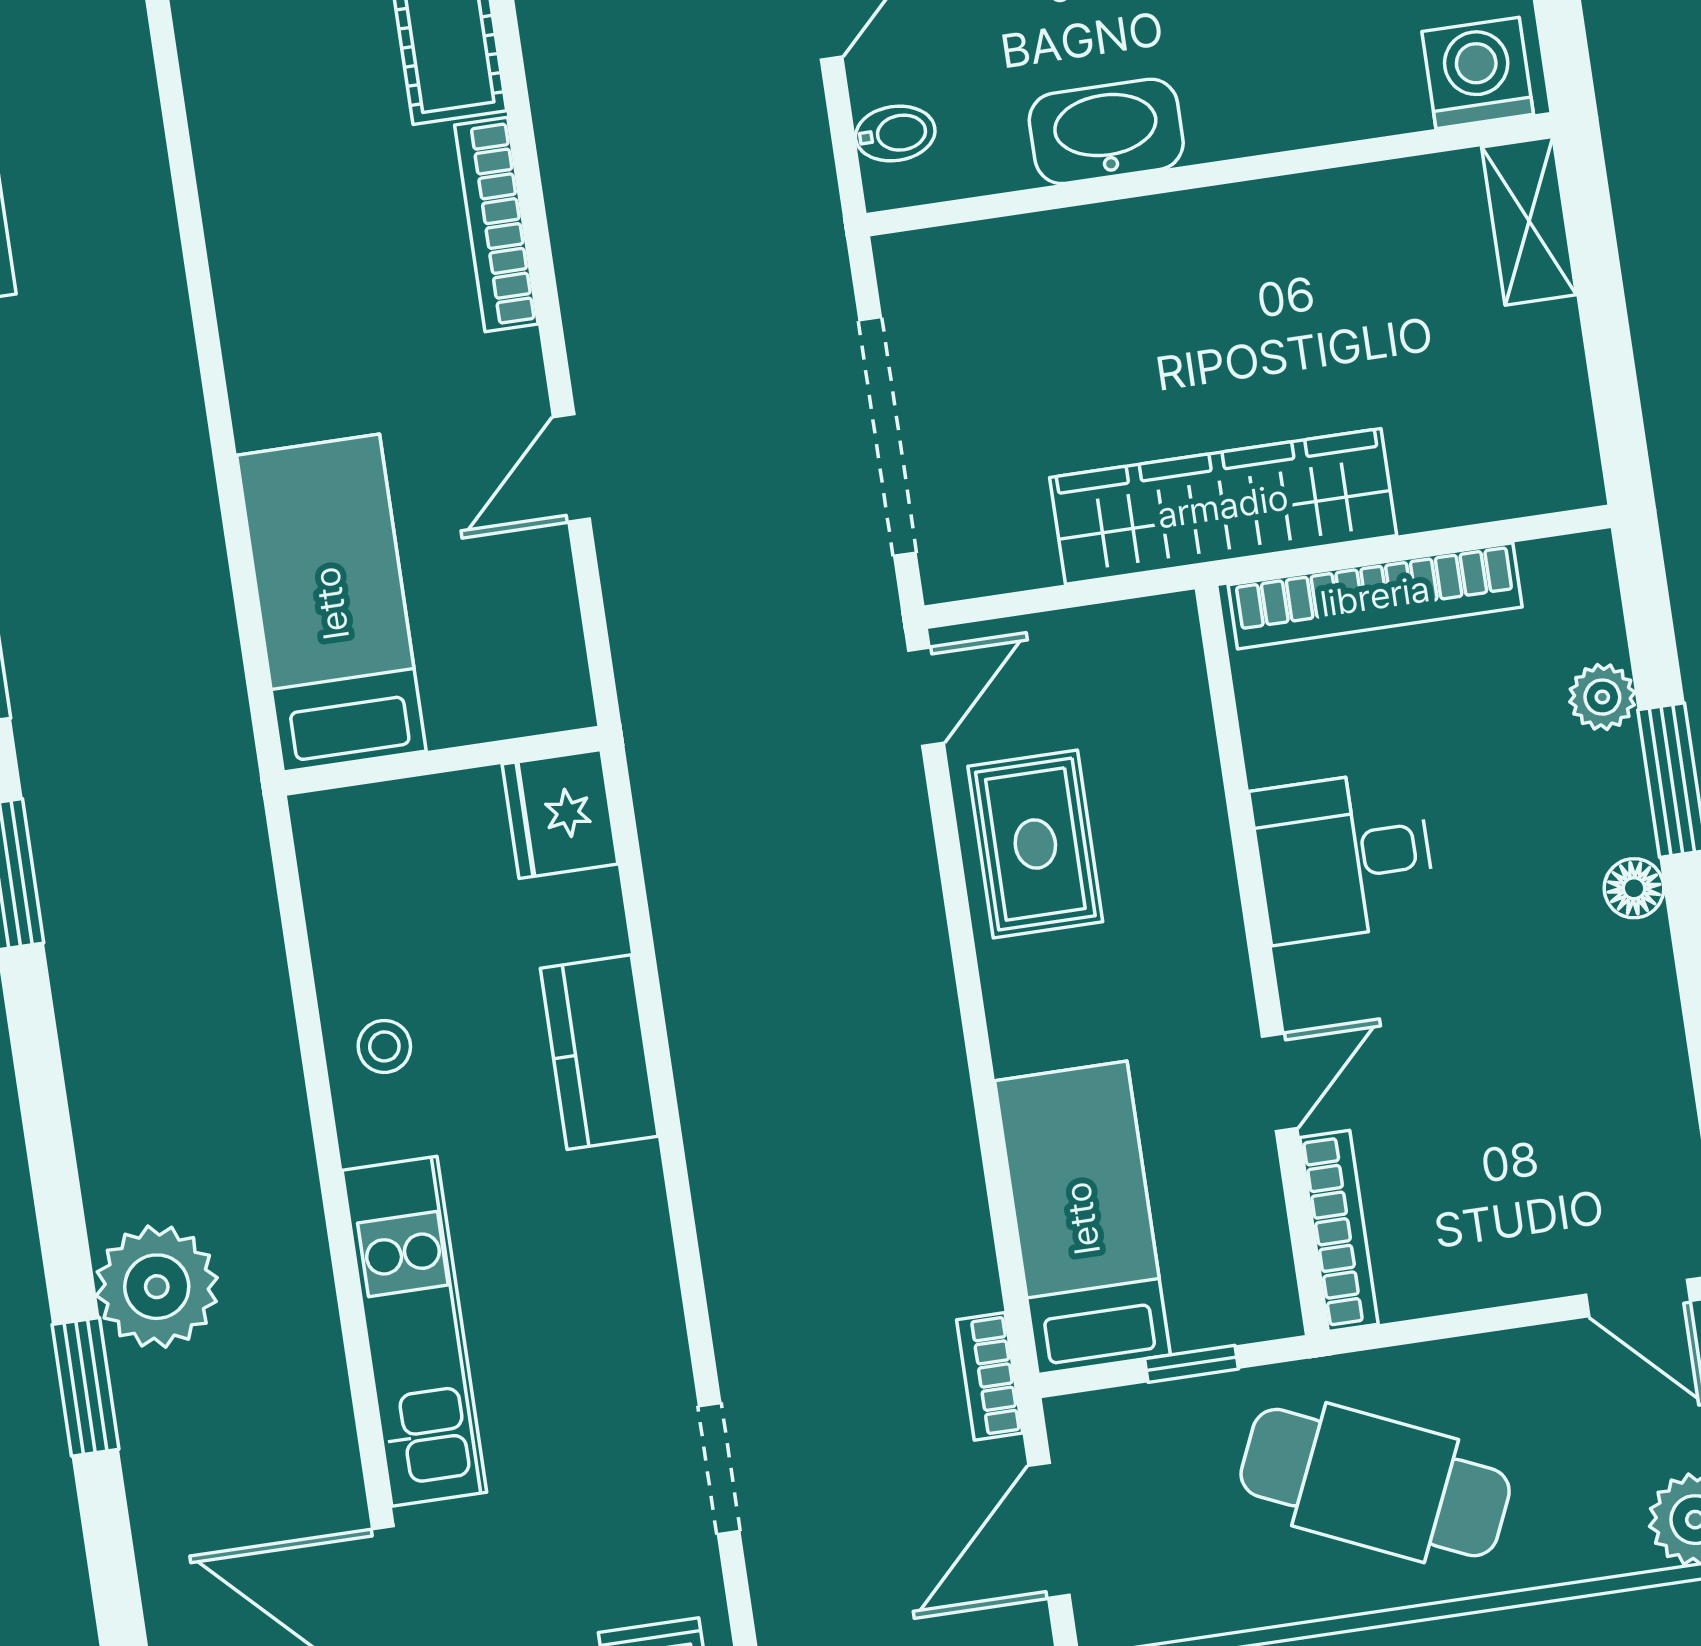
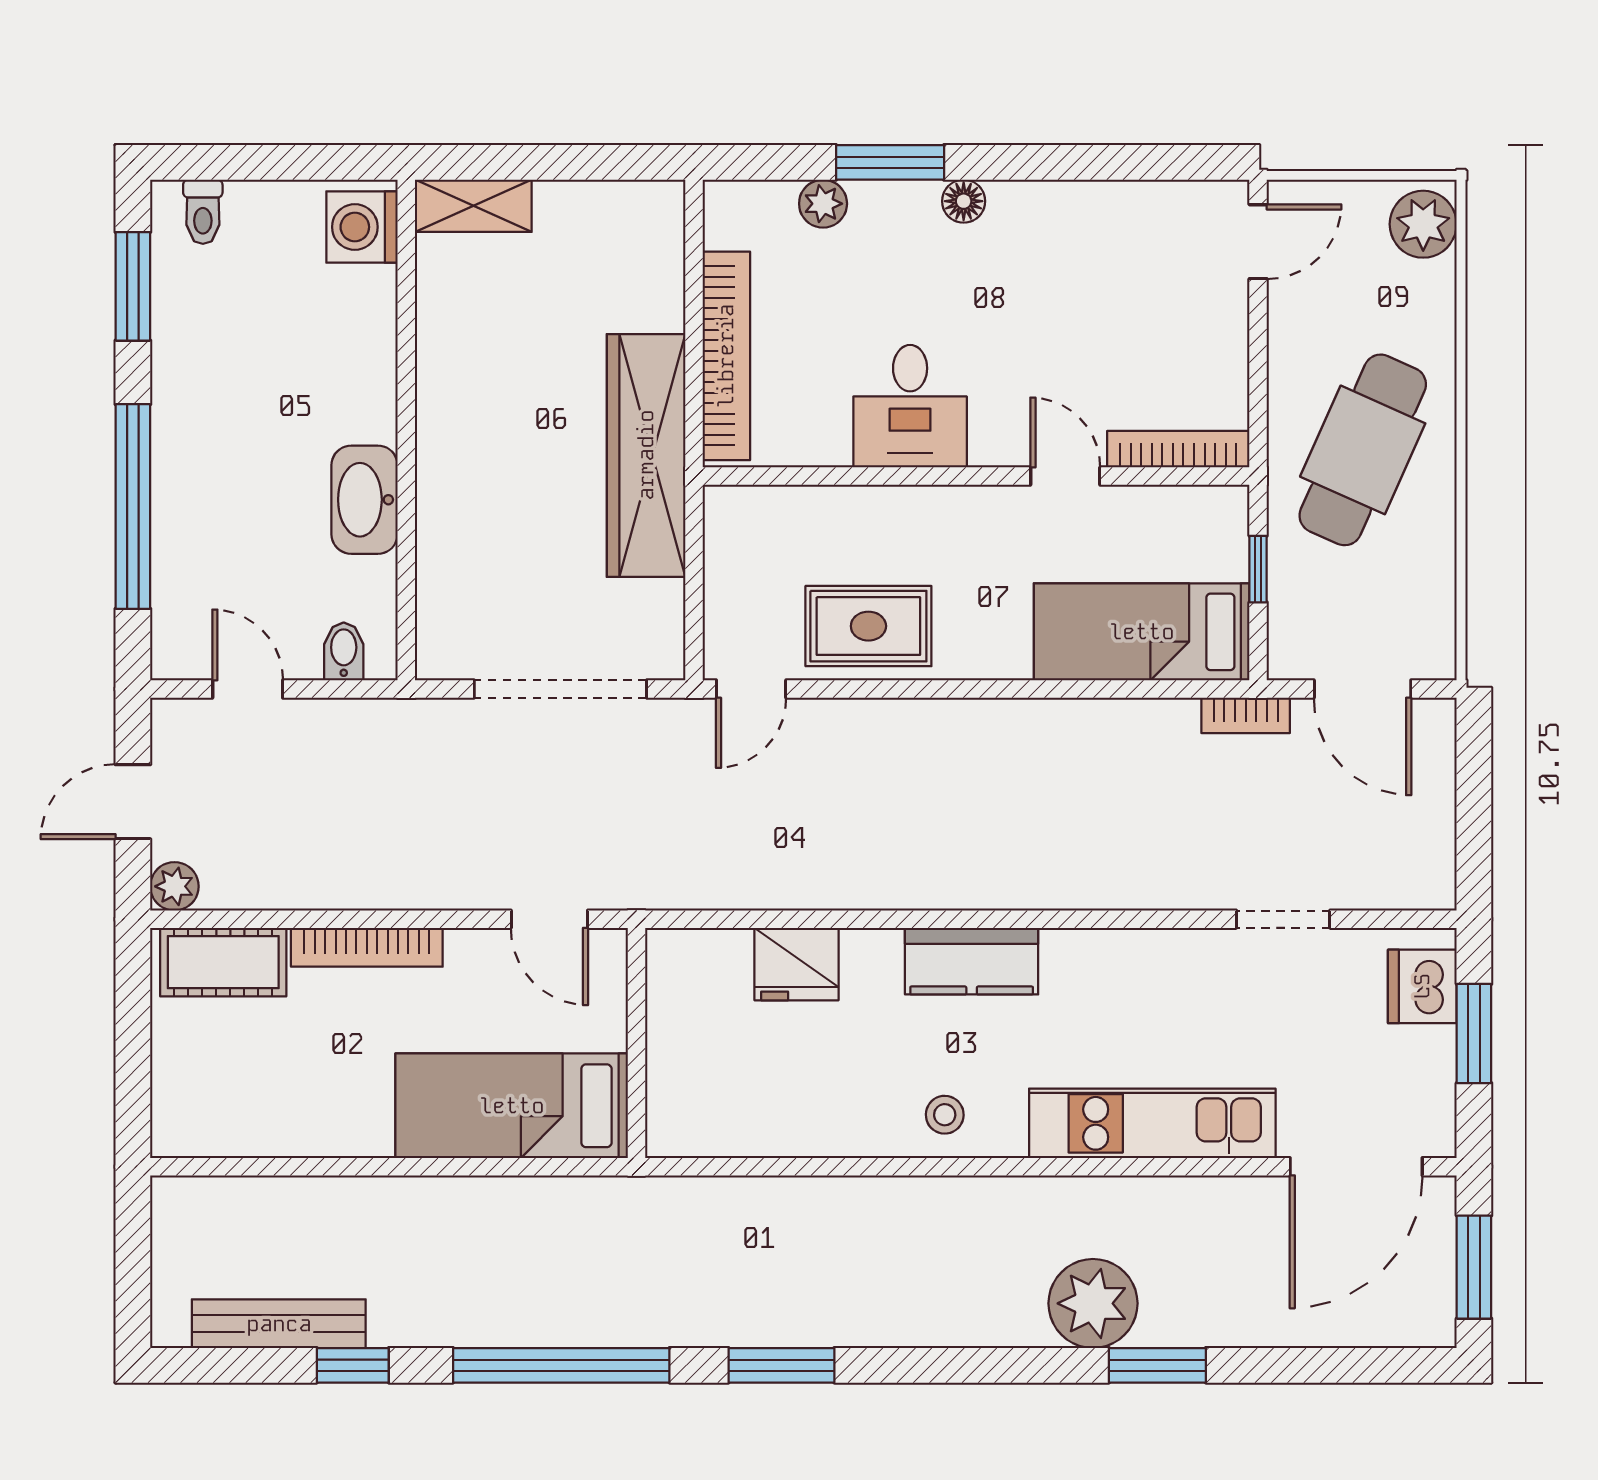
bed: (331, 603) -> (512, 1106), moved
door: (926, 697) -> (751, 689), swing flipped
wall: (442, 761) -> (636, 1043), moved

